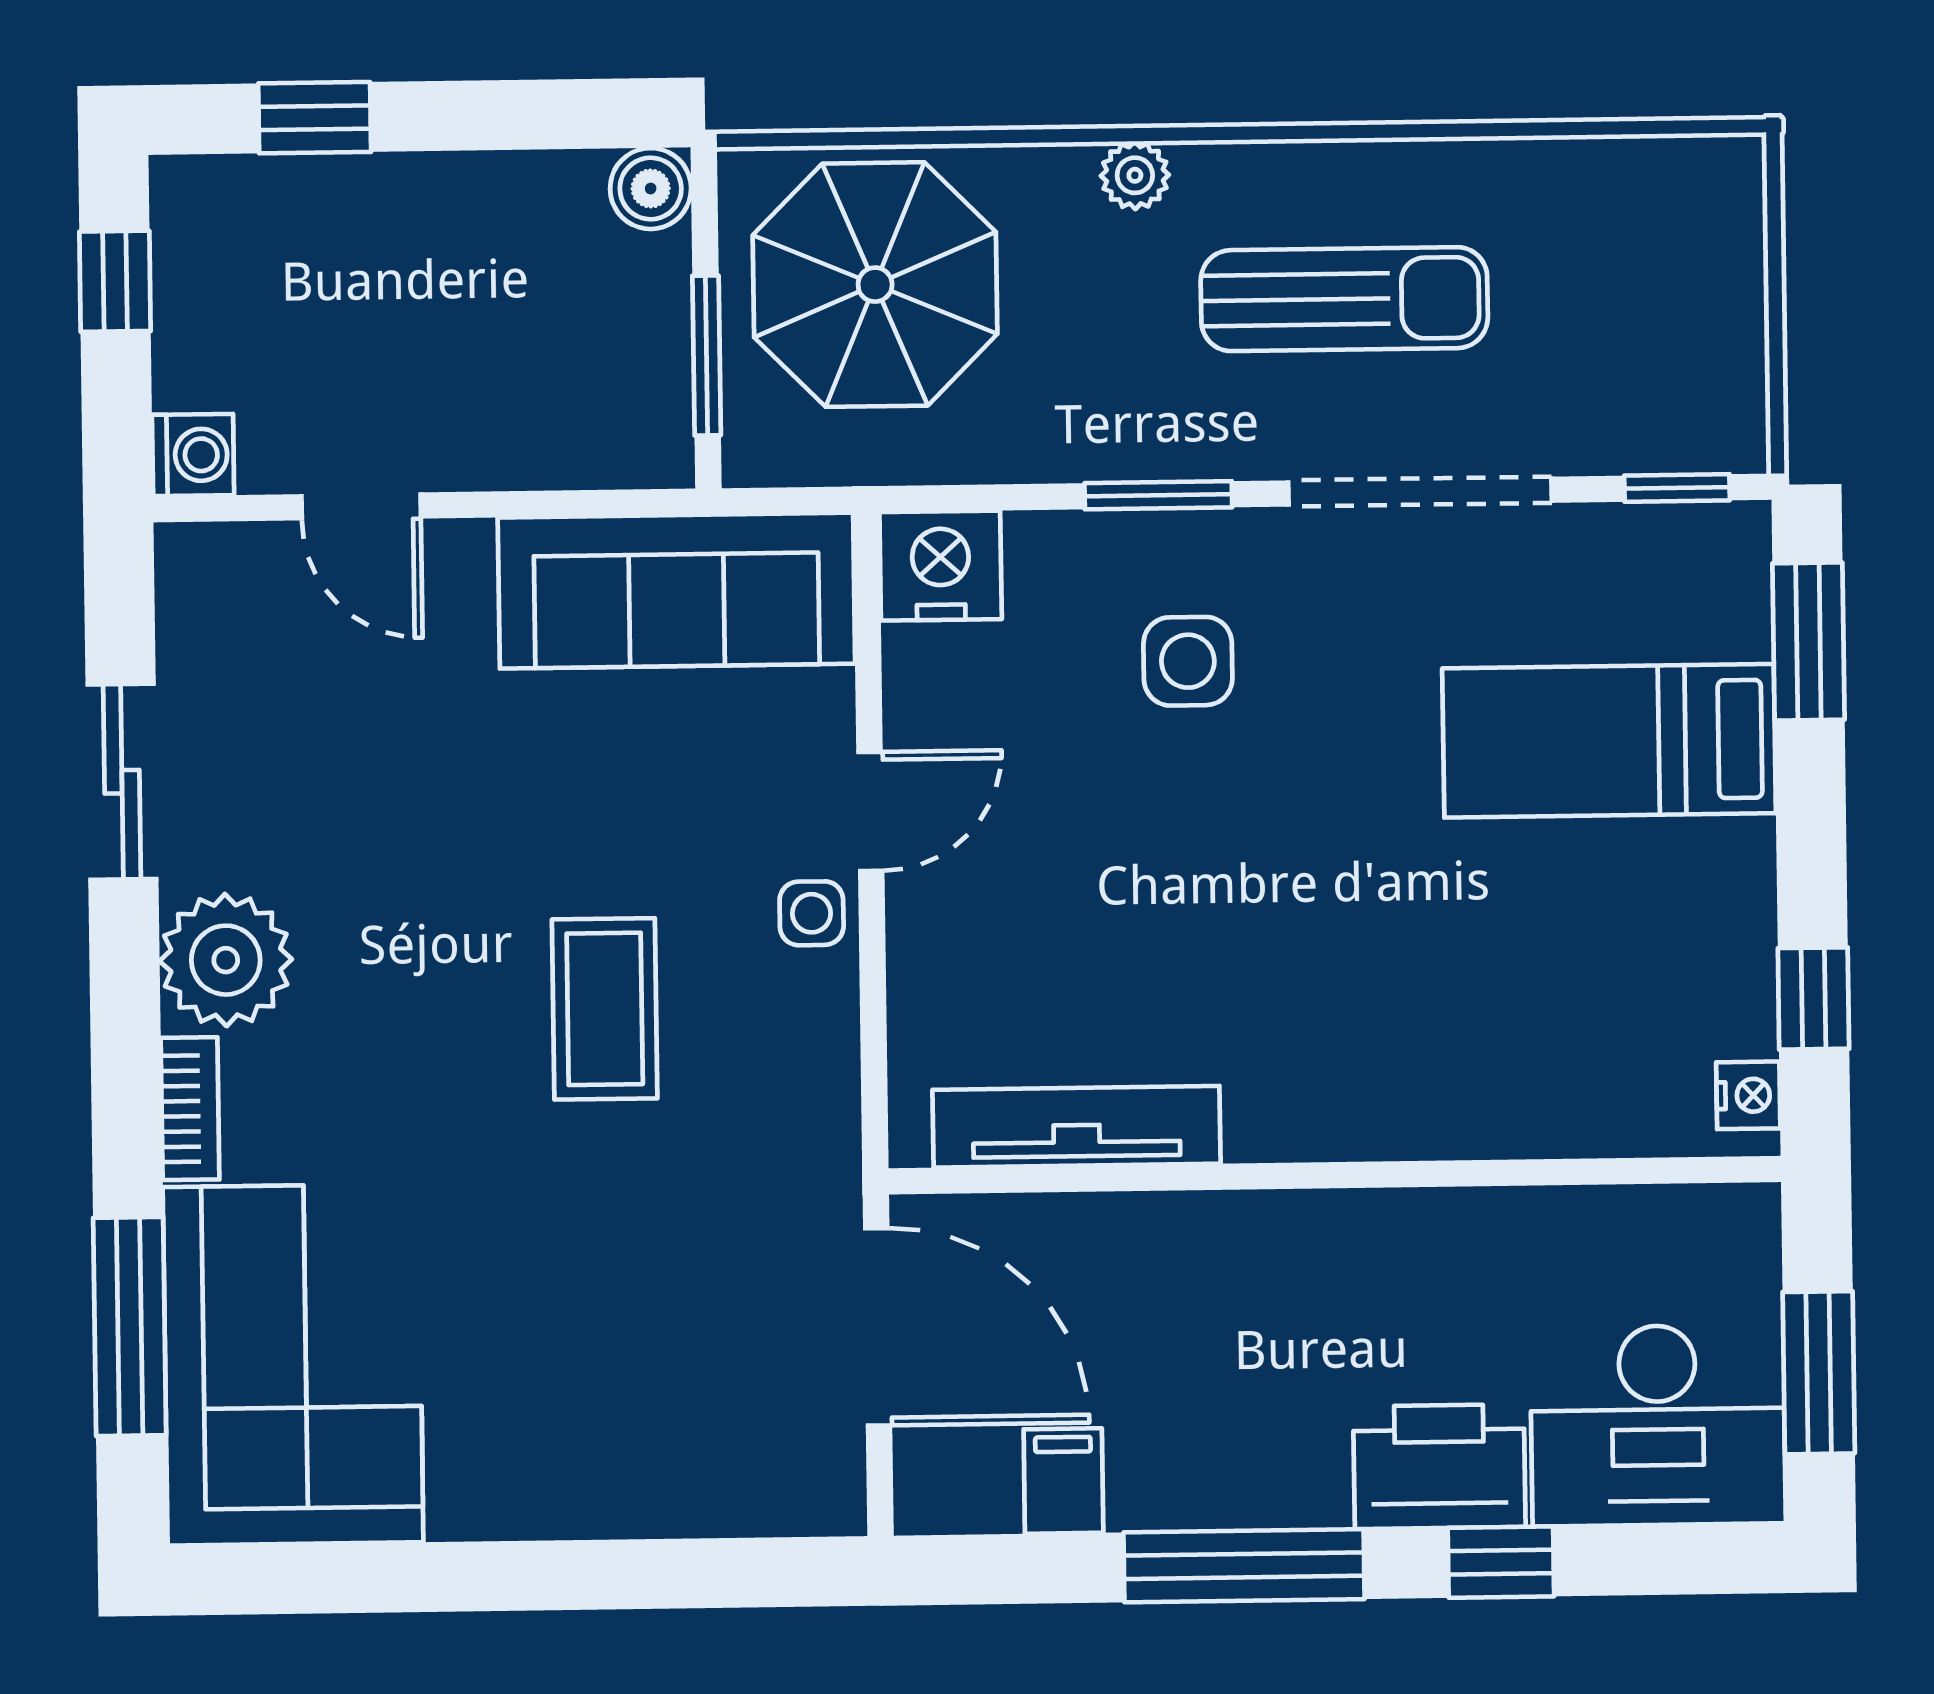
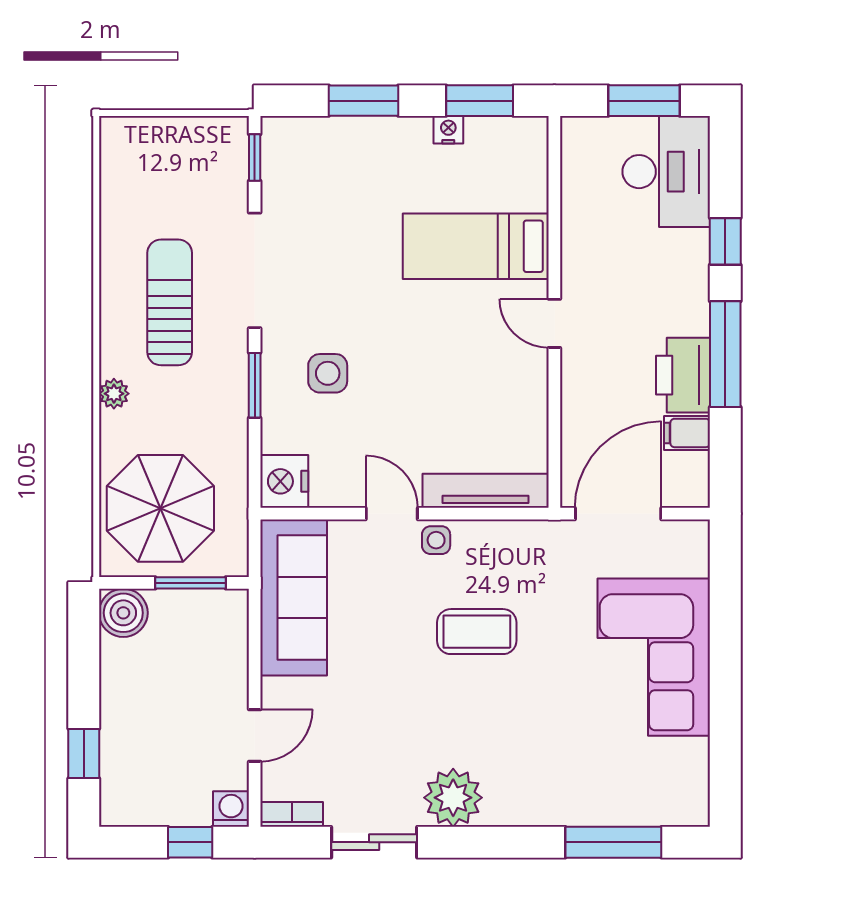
boiler: (651, 189) -> (123, 613), width x1.36, depth x1.36
window: (115, 281) -> (190, 842), moved
window: (1808, 641) -> (364, 101), moved
bed: (1609, 741) -> (476, 246), moved, turned 90
window: (1813, 998) -> (480, 101), width x1.50
nightstand: (1748, 1095) -> (448, 130), moved
bookcase: (190, 1109) -> (292, 814), moved
tv unit: (1076, 1127) -> (486, 491), moved, turned 90
door: (1309, 1175) -> (554, 323), added
corner sofa: (293, 1365) -> (654, 657), moved, turned -90
printer: (1439, 1467) -> (683, 375), moved

